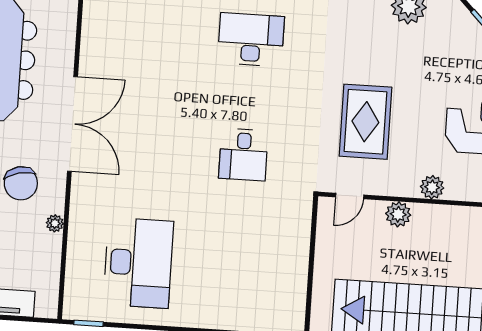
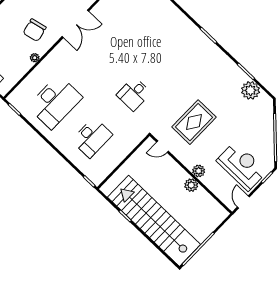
desk: (251, 40) -> (92, 137), moved, turned 90
double door: (73, 124) -> (75, 24), width x0.73
plant: (398, 214) -> (191, 185), moved

